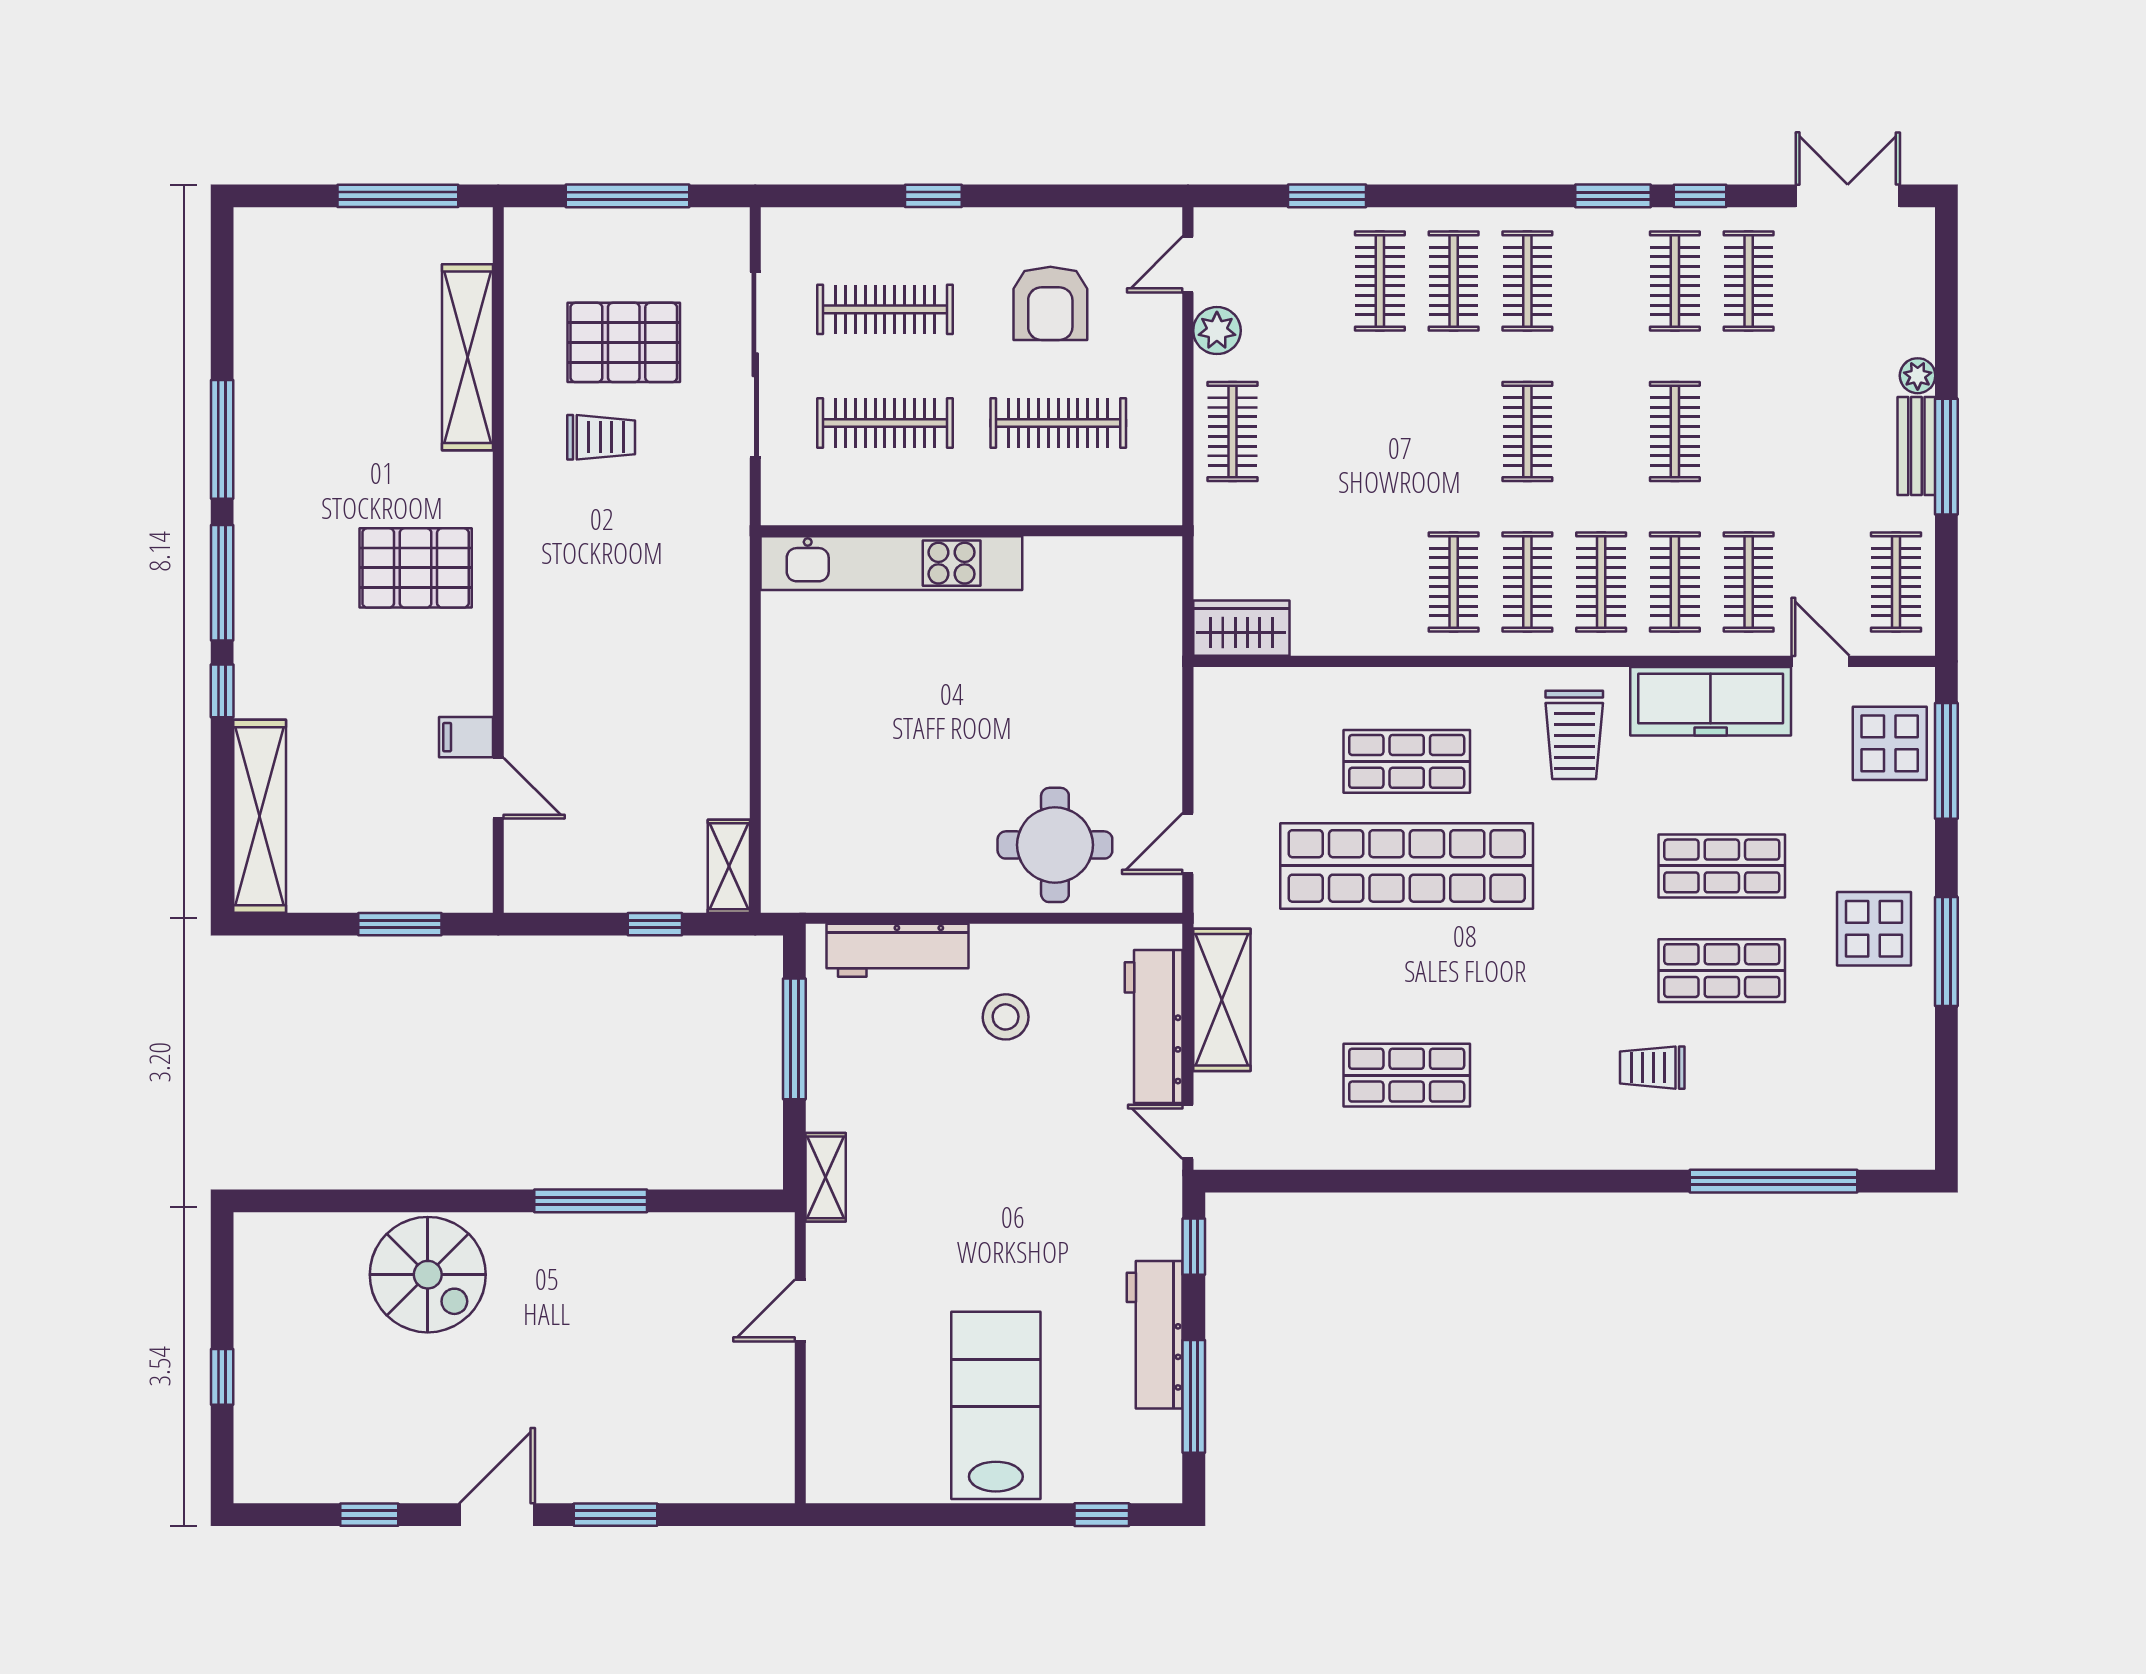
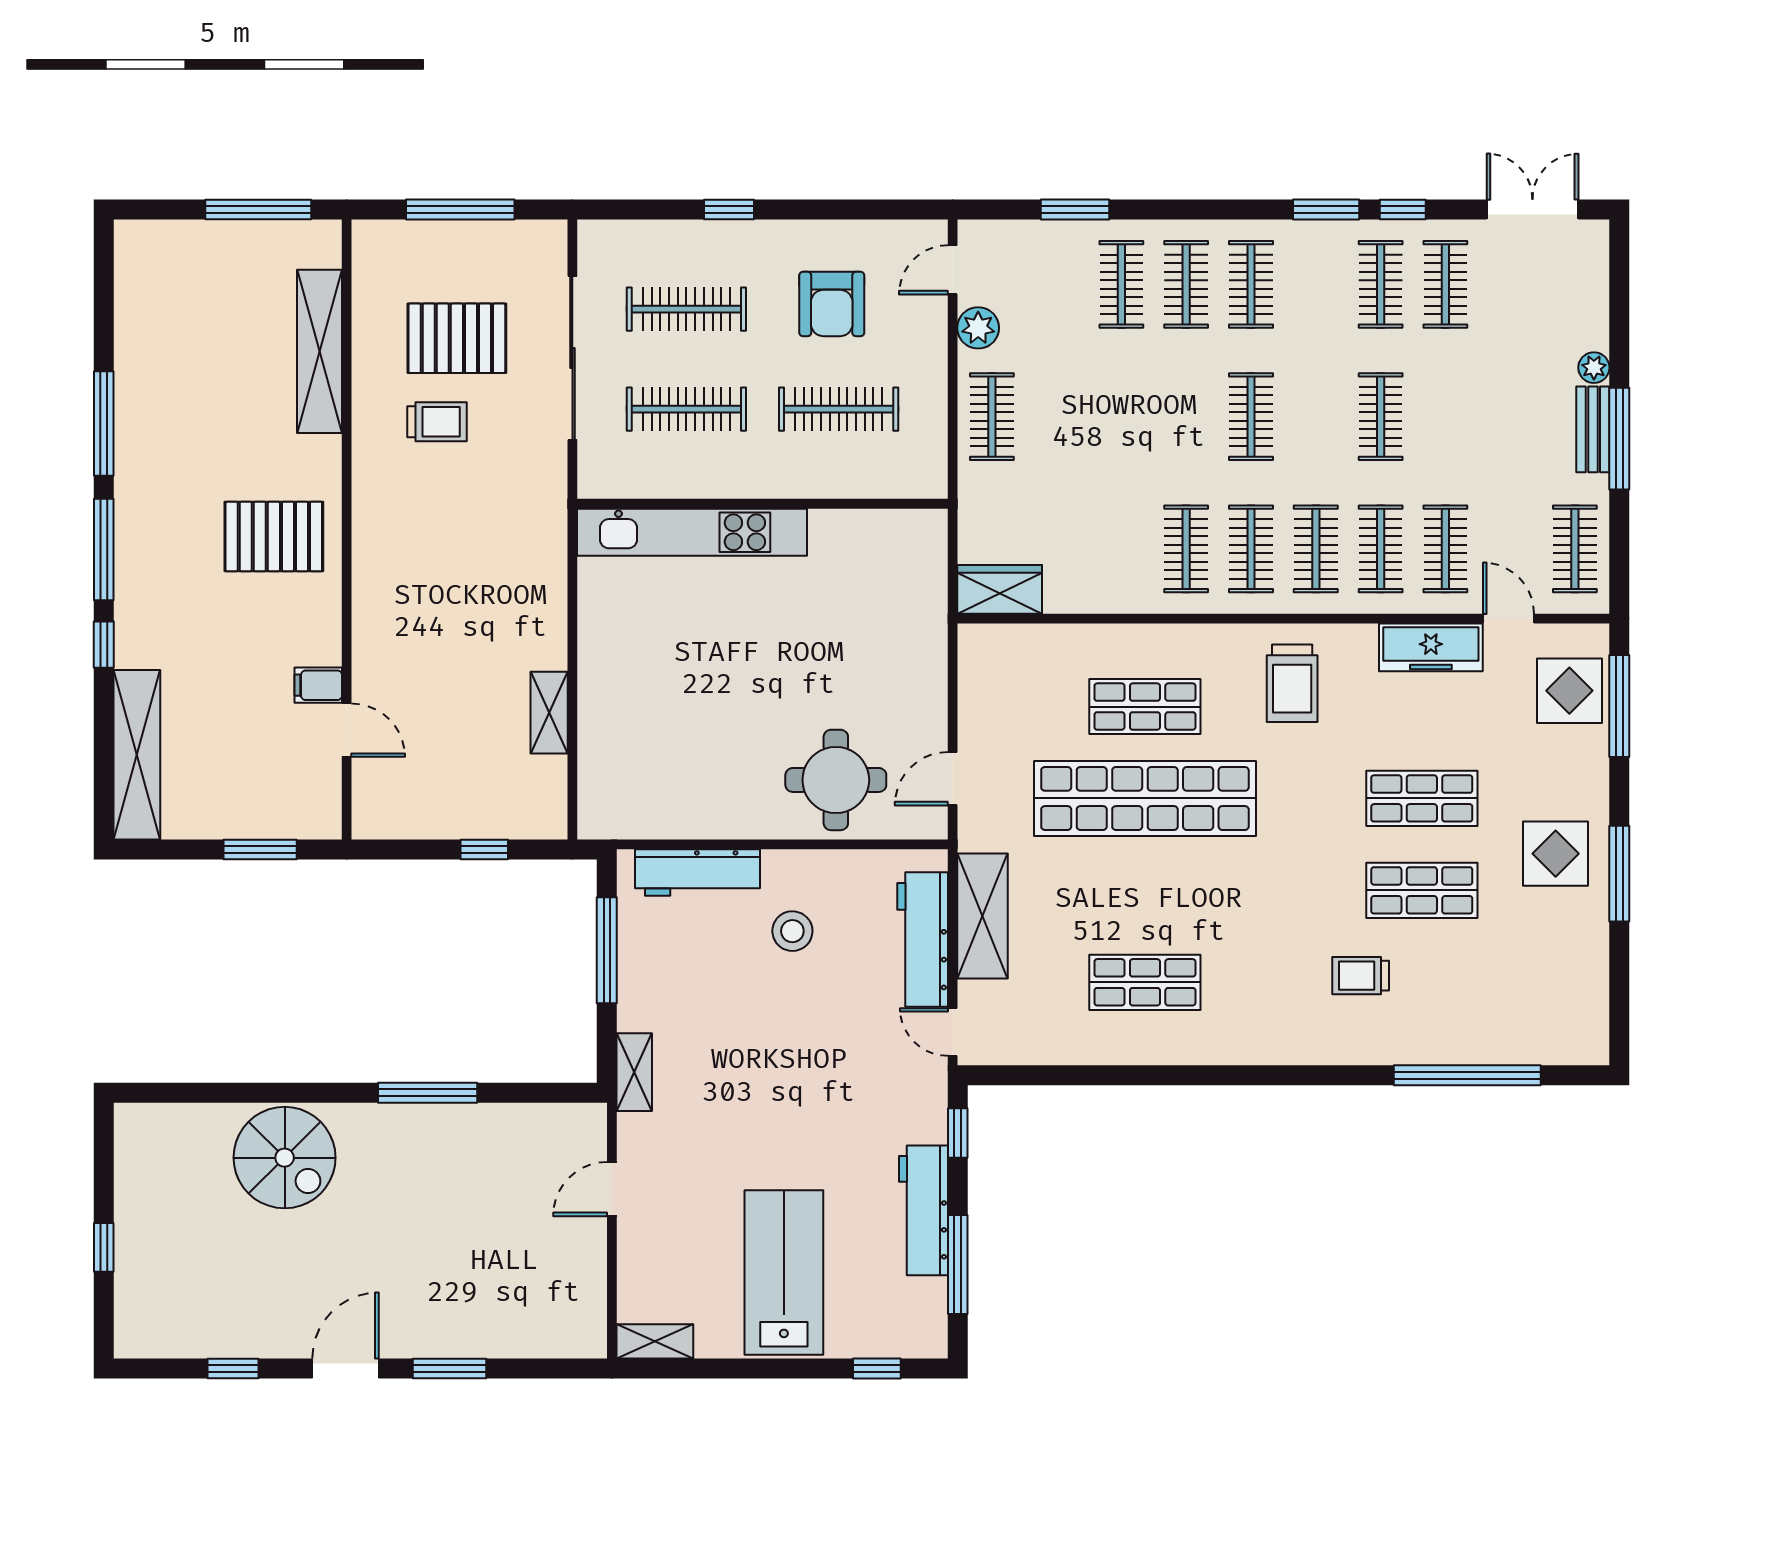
freezer: (1711, 701) -> (1431, 647), width x0.73, depth x0.79
shelving: (729, 866) -> (549, 713), moved
shelving: (849, 1484) -> (655, 1341), added

